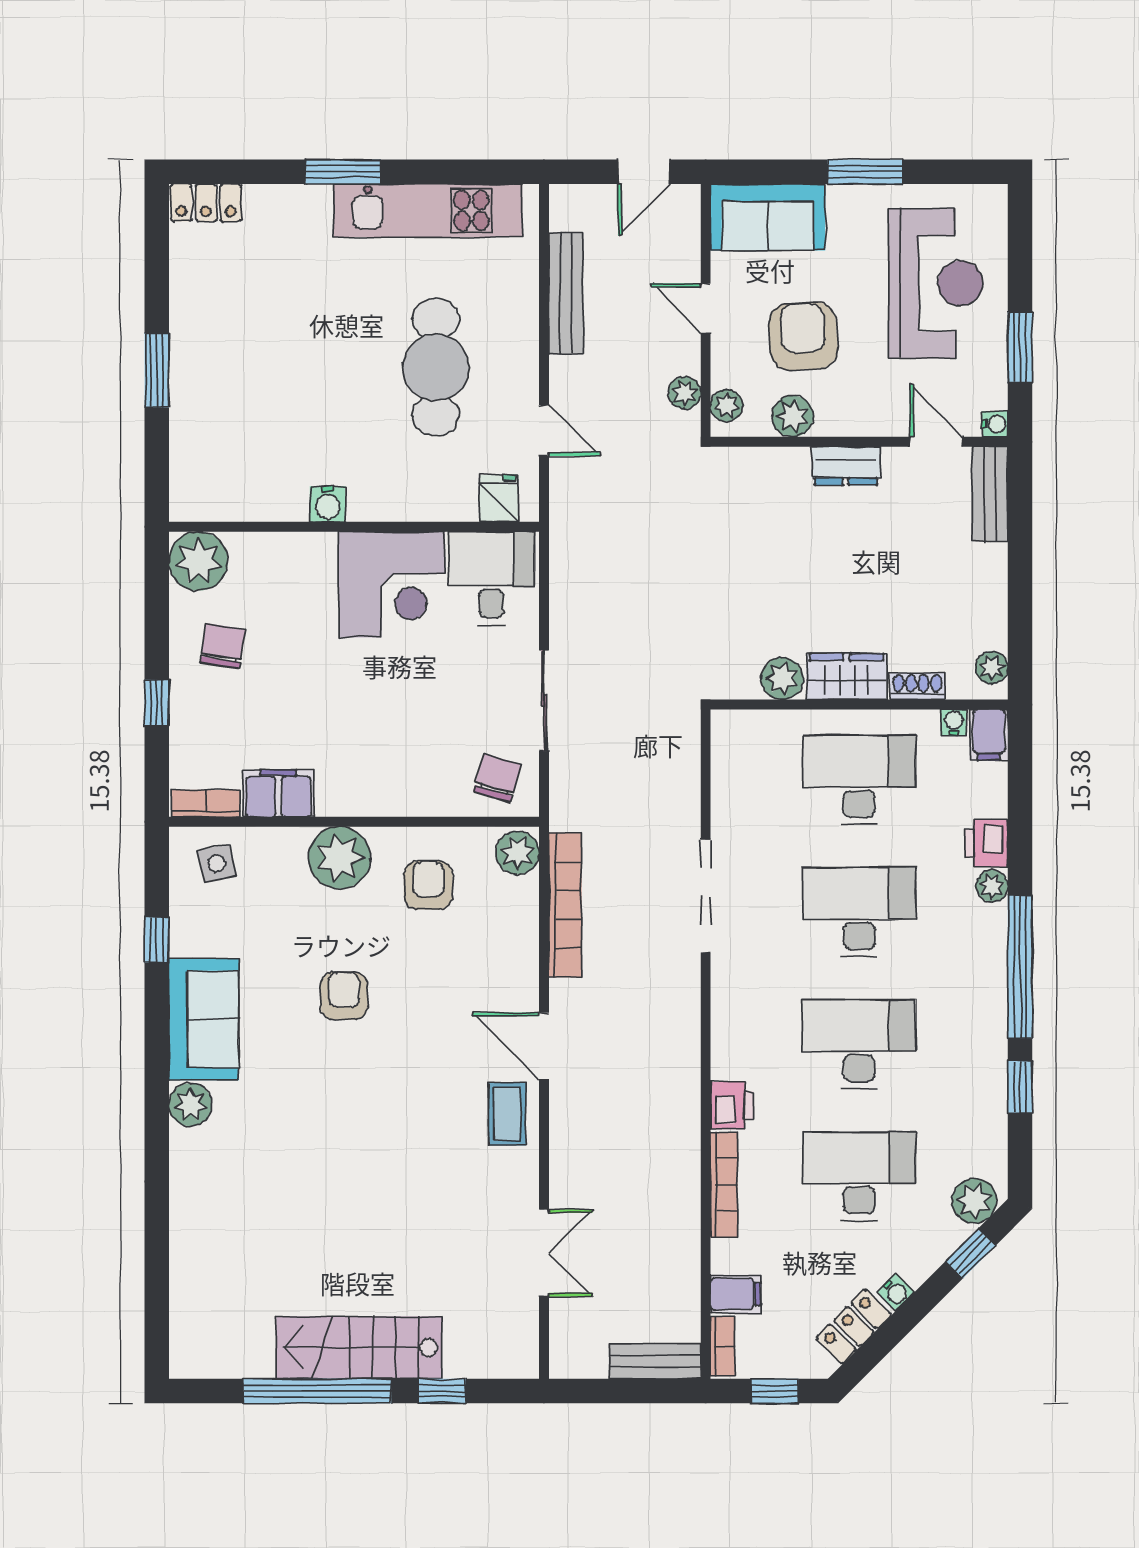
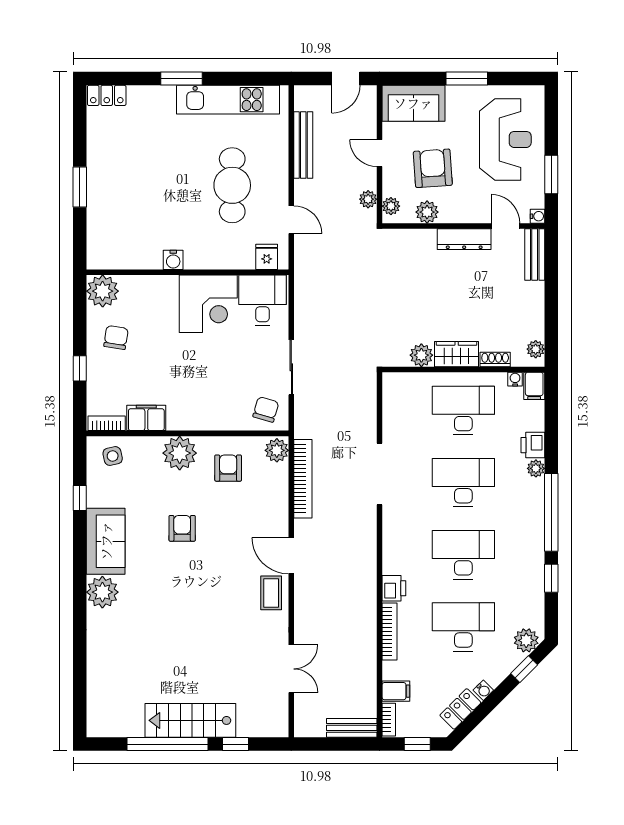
dresser: (846, 466) -> (464, 239), width x1.44
plant: (190, 1105) -> (102, 592), width x1.36, depth x1.36

